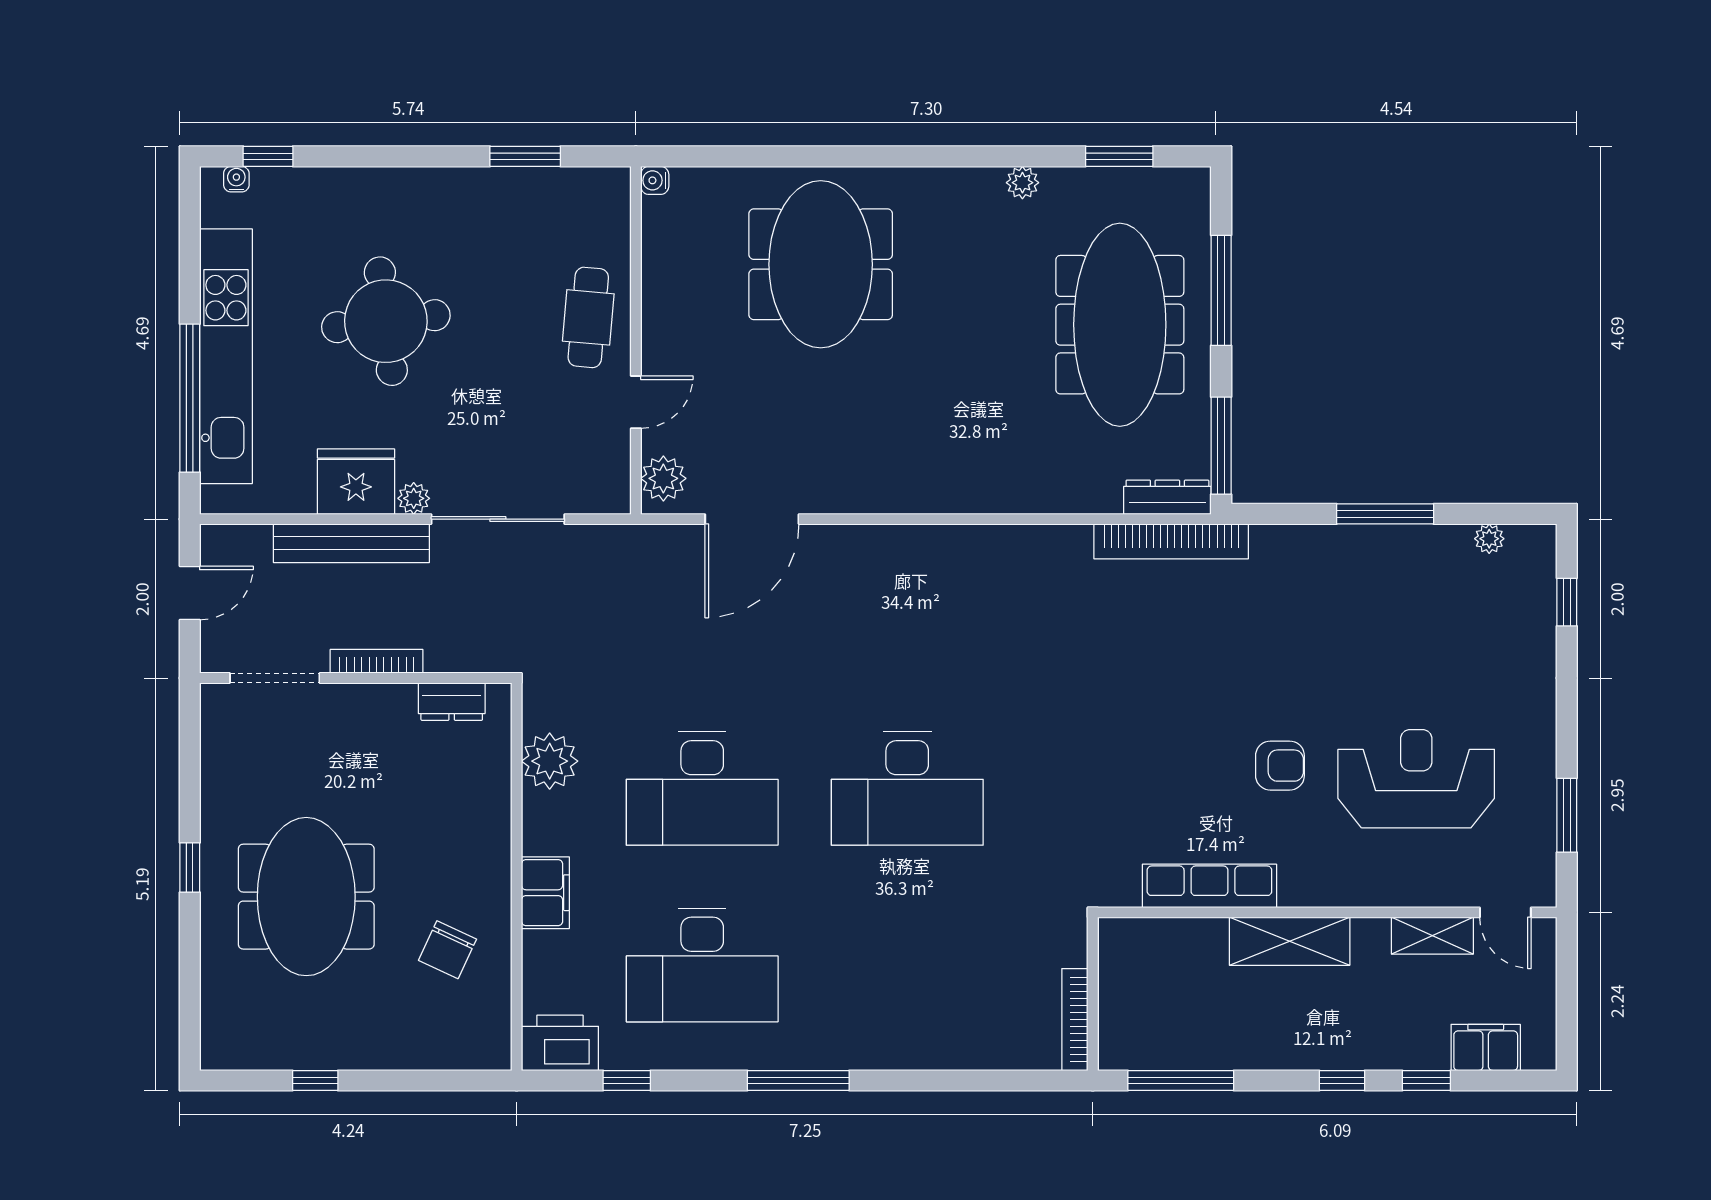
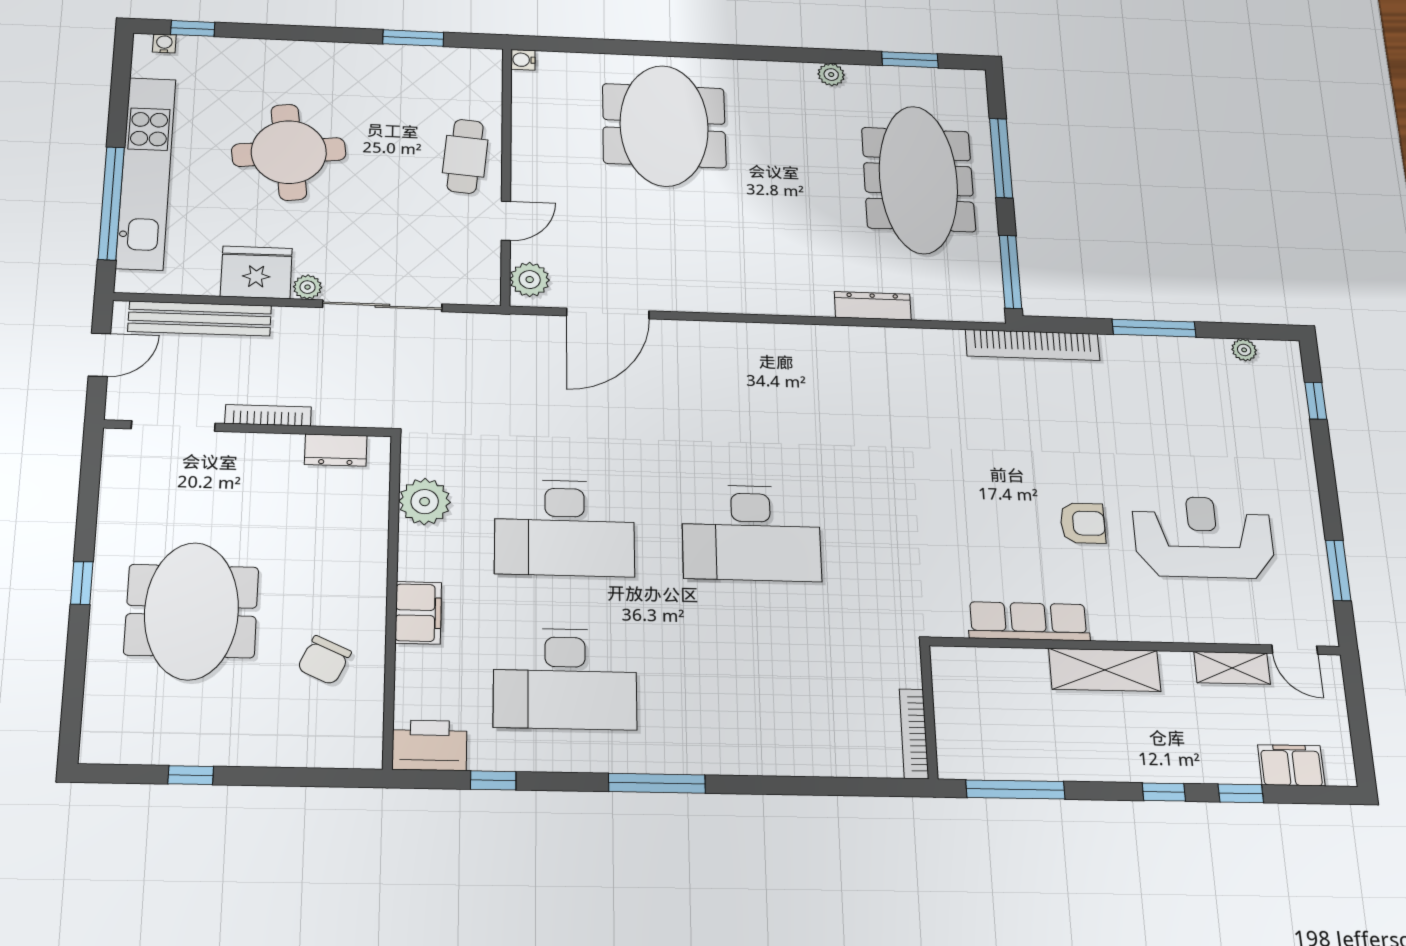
dresser: (1167, 497) -> (873, 306), moved
bookcase: (1171, 541) -> (1033, 345), moved
bench: (351, 543) -> (200, 319), moved

